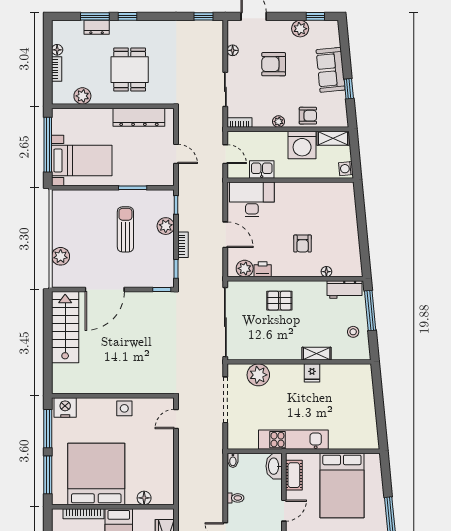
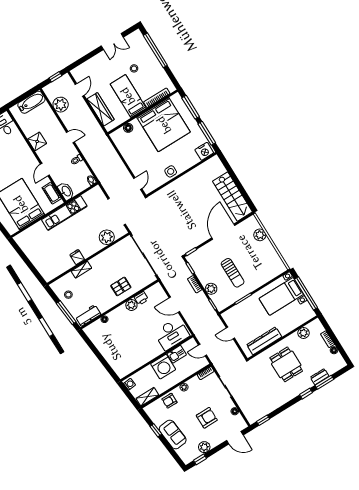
washing machine: (302, 145) -> (163, 367), moved, turned 180
armchair: (303, 244) -> (128, 327), removed
plant: (245, 268) -> (131, 305), moved

